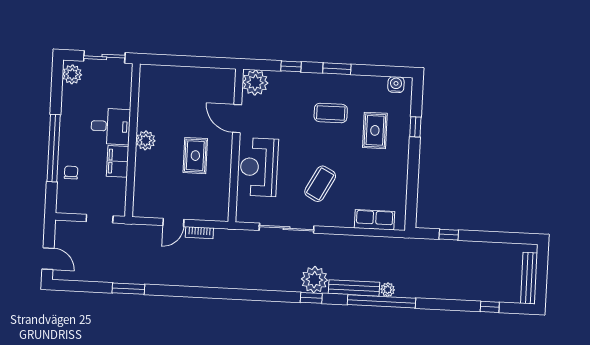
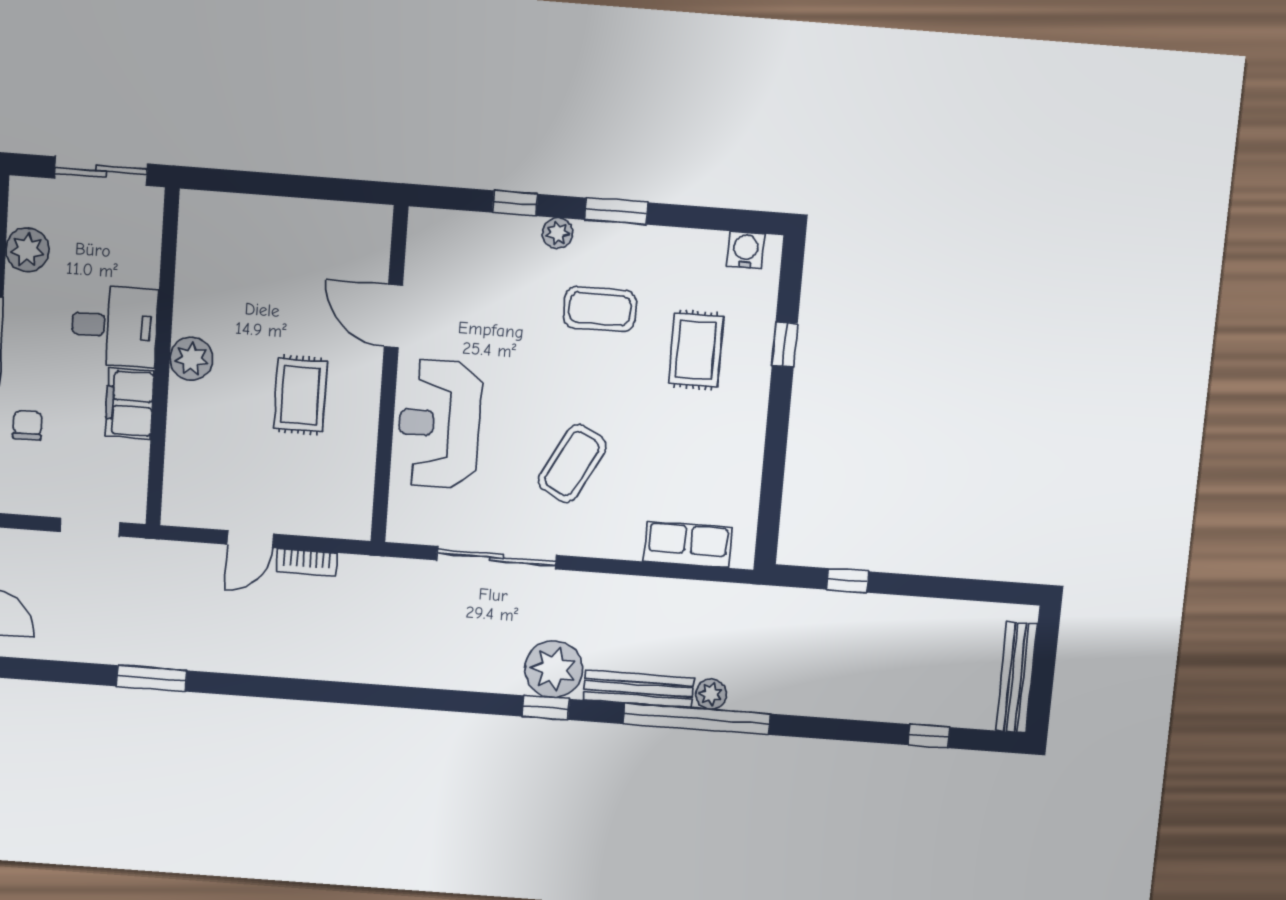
plant: (72, 74) -> (27, 250), moved
plant: (255, 83) -> (558, 233), moved, width x0.53, depth x0.53

